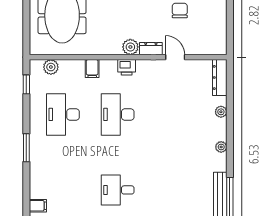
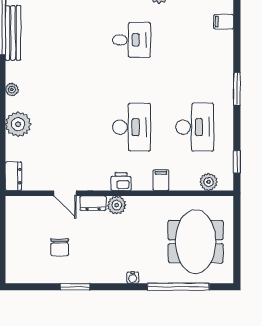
dresser: (220, 77) -> (13, 176), width x0.70
plant: (221, 112) -> (18, 124), width x1.88, depth x1.88

